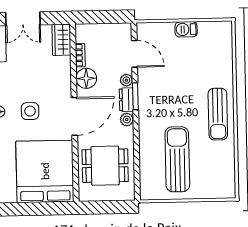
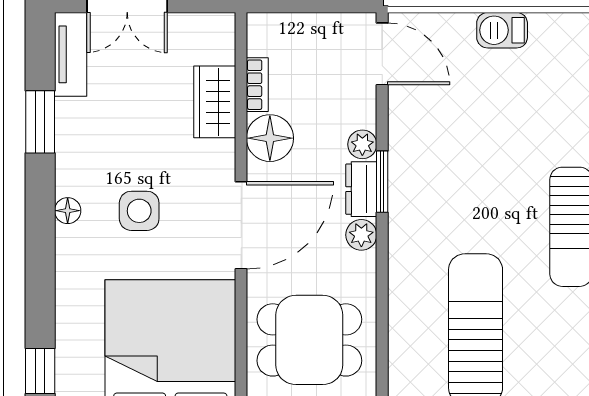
wardrobe: (61, 40) -> (215, 102), moved
door: (134, 54) -> (382, 54), moved

